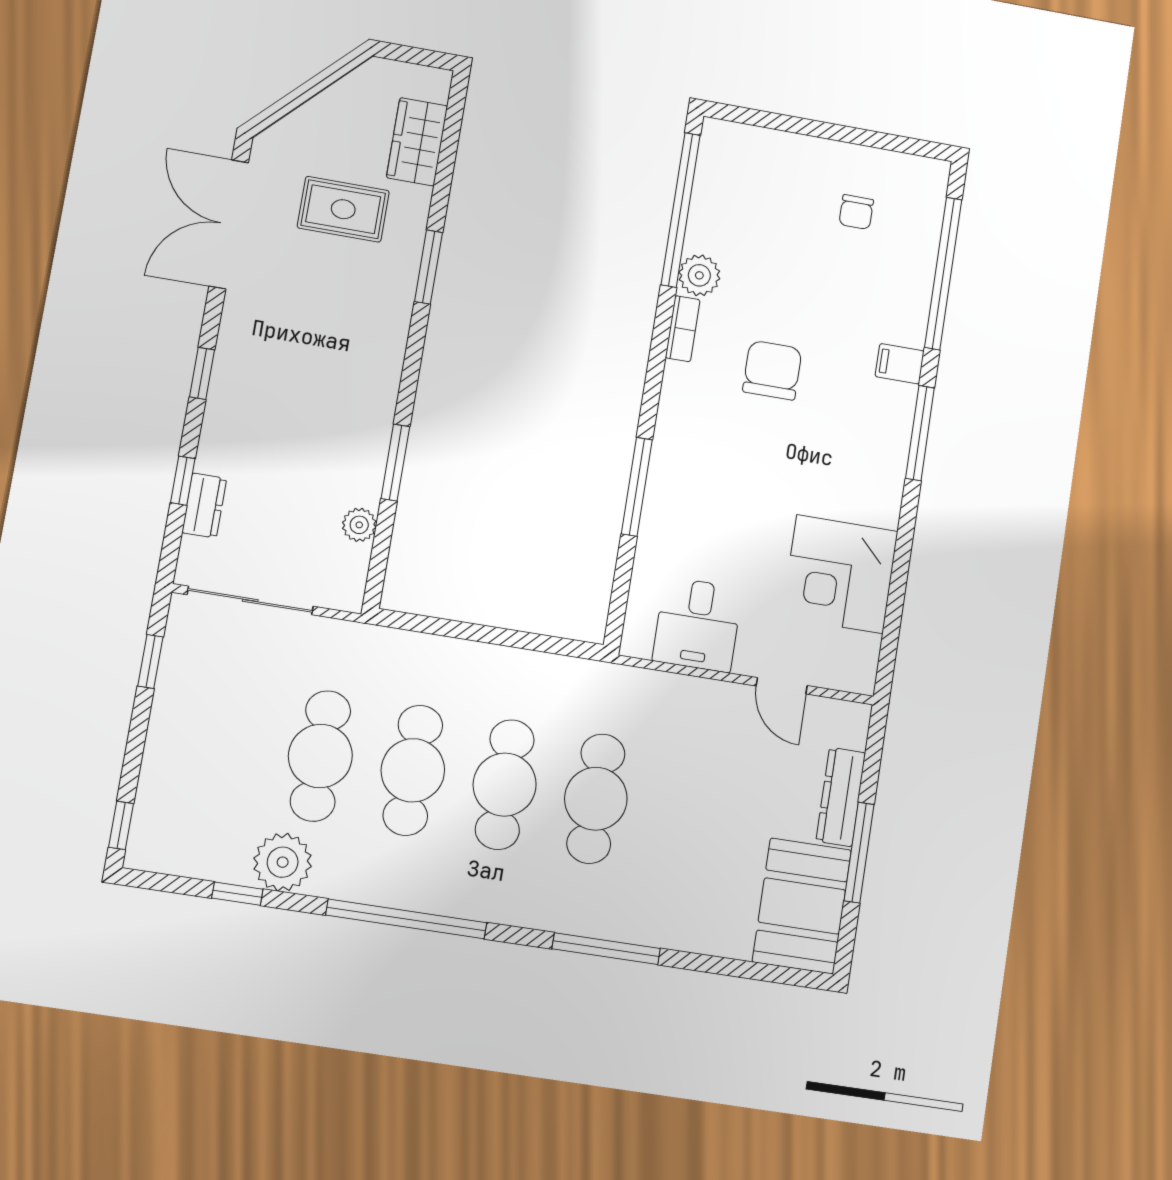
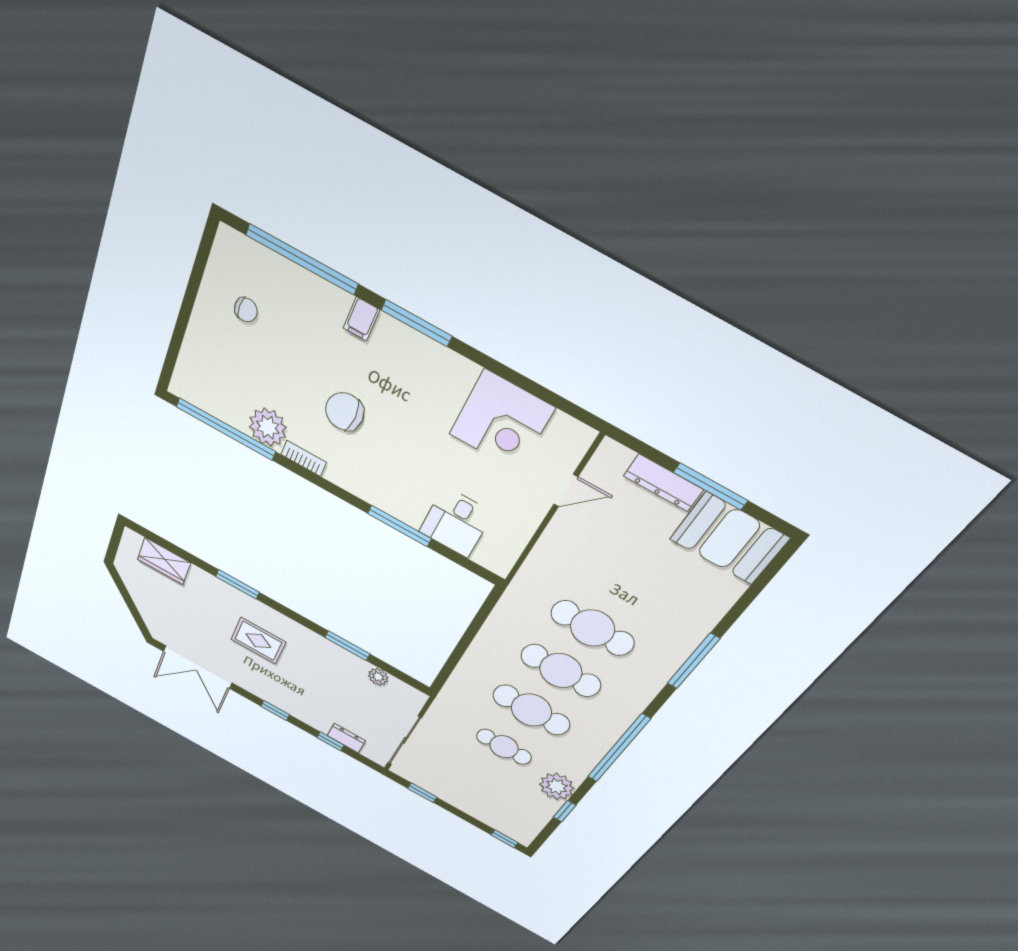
rug: (343, 209) -> (258, 641), moved, turned 90
plant: (699, 275) -> (268, 427), width x1.36, depth x1.36
desk: (697, 624) -> (456, 522), moved, turned 90
cafe table: (320, 756) -> (504, 747), width x0.73, depth x0.74

